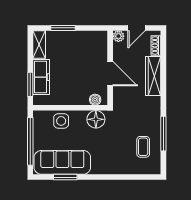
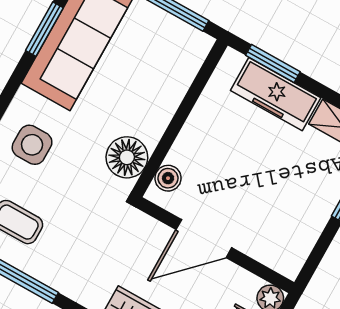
side table: (61, 121) -> (32, 145), moved

